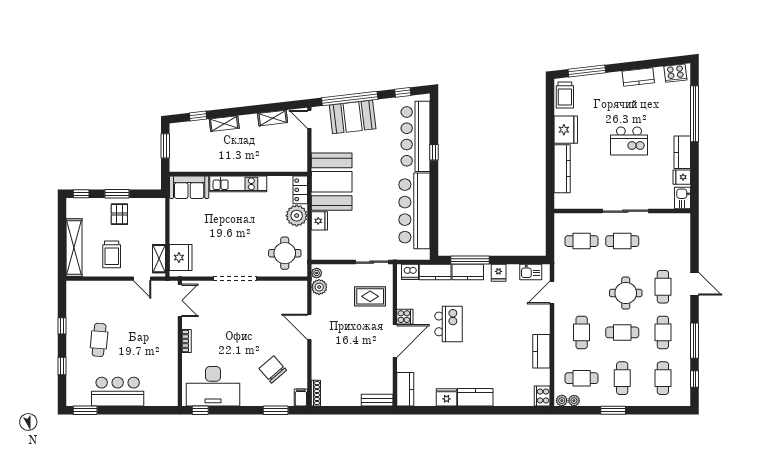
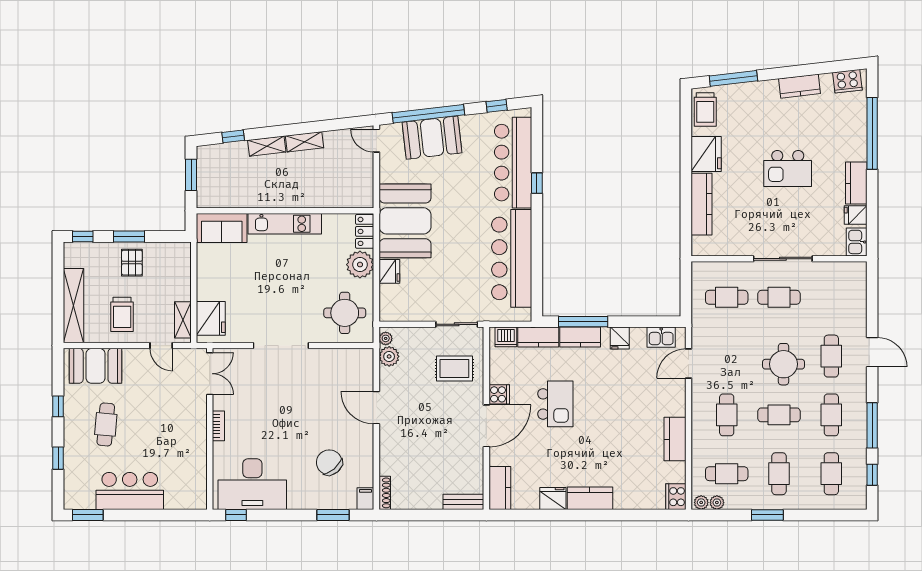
shelving: (273, 118) -> (305, 142), moved
booth: (91, 294) -> (96, 366), added

